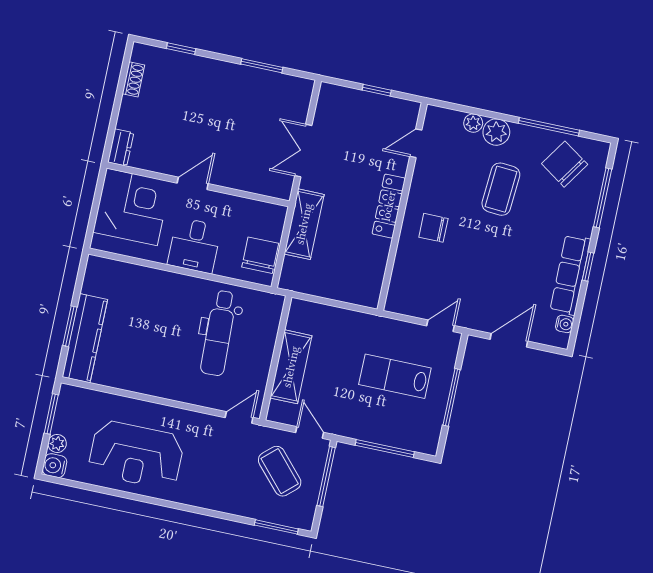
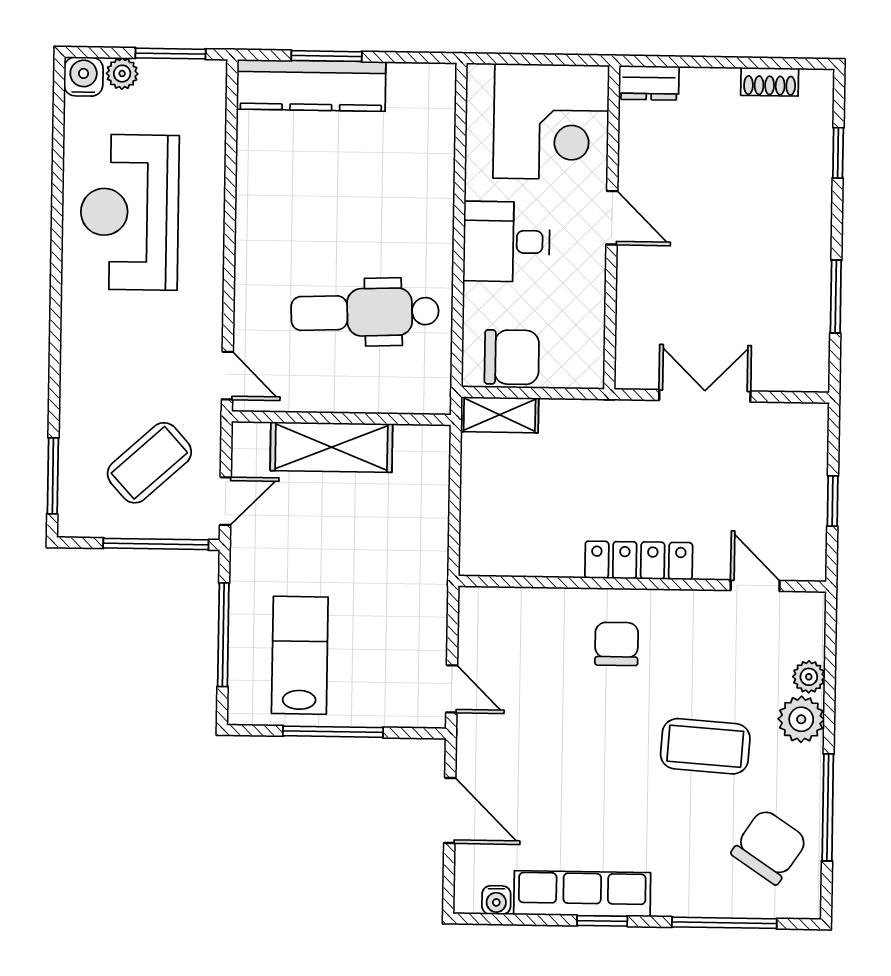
shelving: (304, 224) -> (500, 415), moved, width x0.67, depth x0.75
lab bench: (395, 376) -> (300, 655), moved

